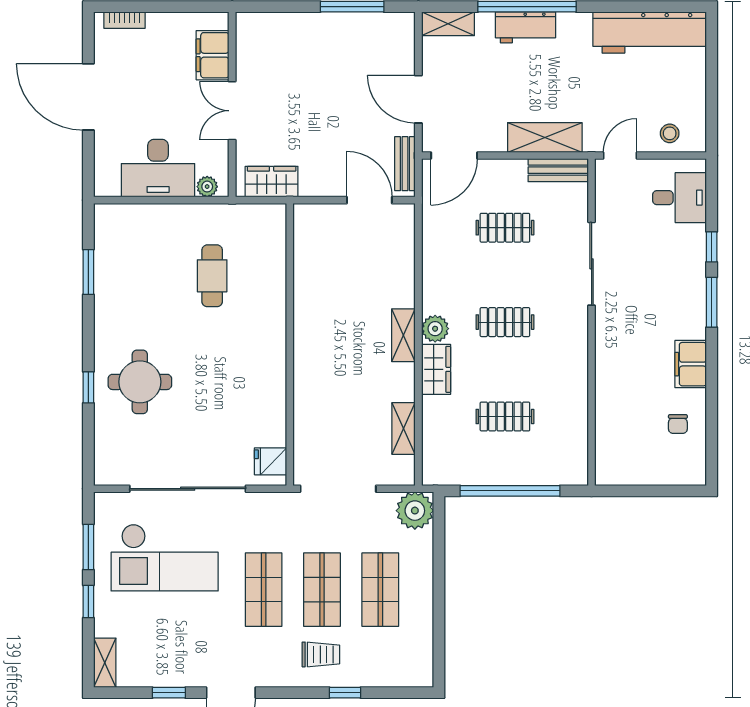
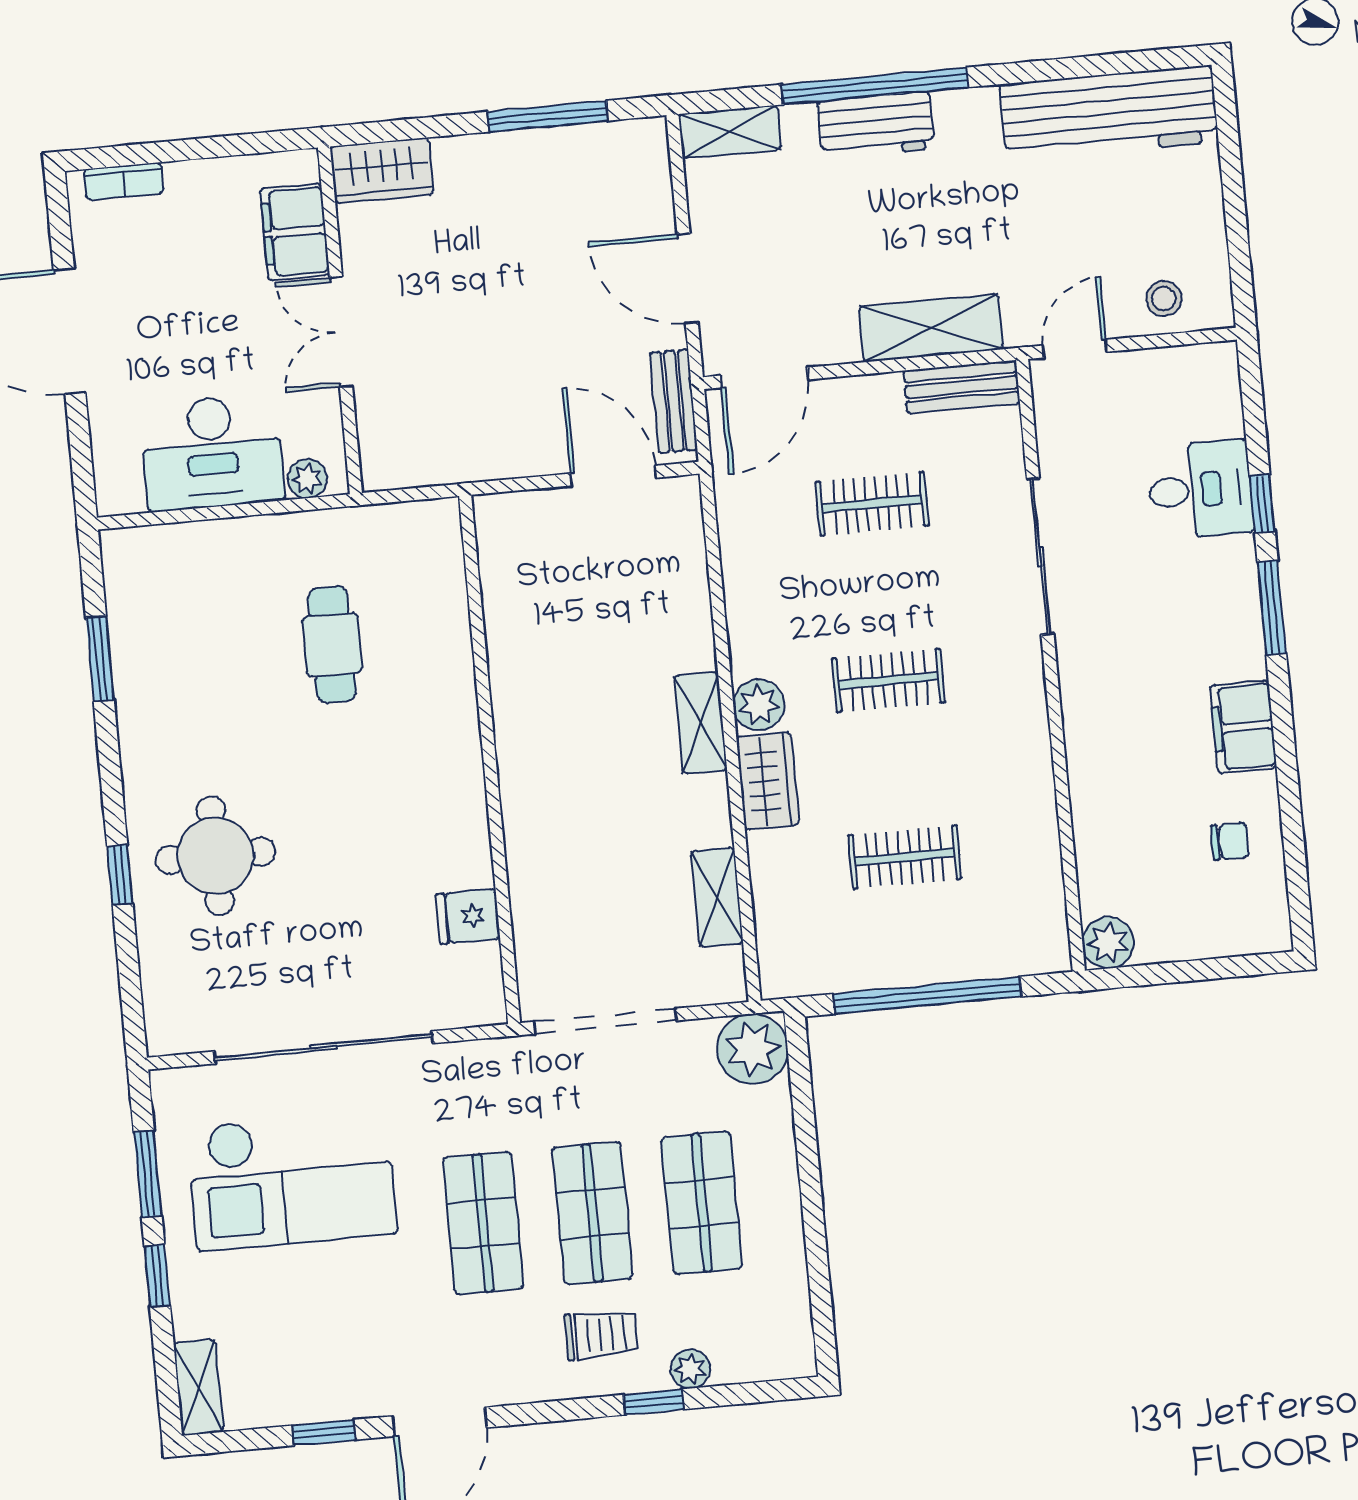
wardrobe: (272, 182) -> (382, 170), moved, turned 180
desk: (680, 198) -> (1200, 490), moved
chair: (678, 424) -> (1230, 841), turned -90
fridge: (271, 461) -> (468, 916), moved
plant: (608, 472) -> (1108, 943), added
plant: (366, 677) -> (690, 1369), added

